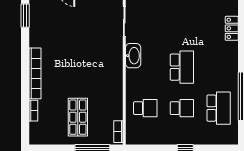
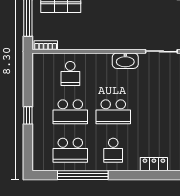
school desk: (219, 67) -> (113, 150), added
school desk: (182, 108) -> (70, 112), width x1.85

